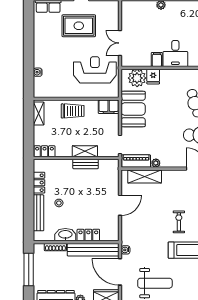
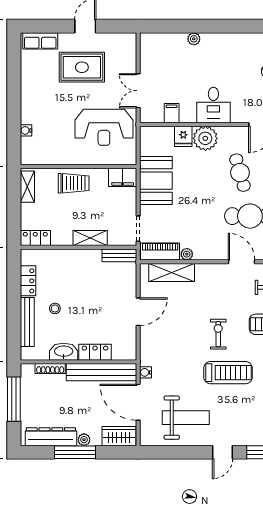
filing cabinet: (157, 59) -> (172, 113), moved
reception desk: (95, 70) -> (104, 127), turned 180
plant: (137, 78) -> (205, 138), moved
bench: (86, 164) -> (119, 255), moved

